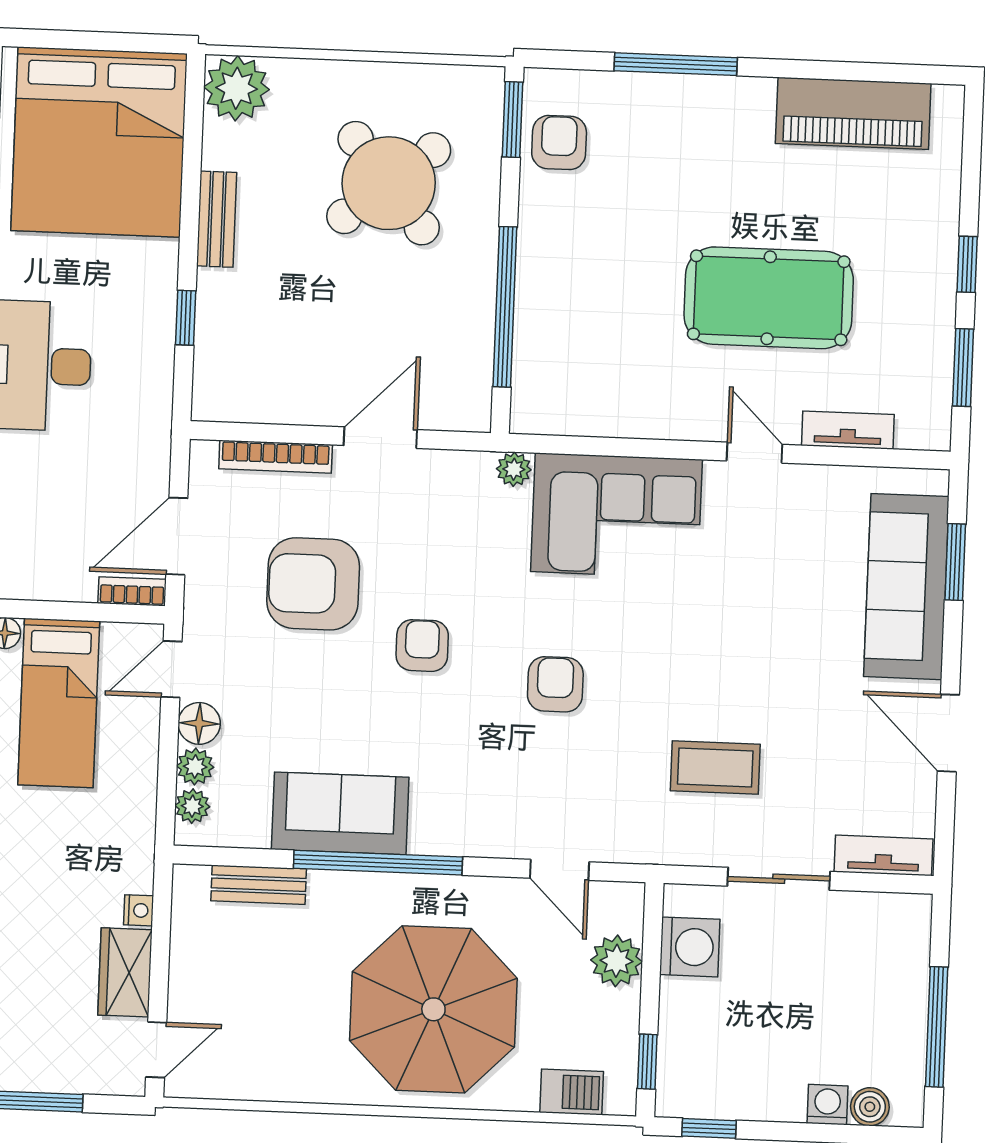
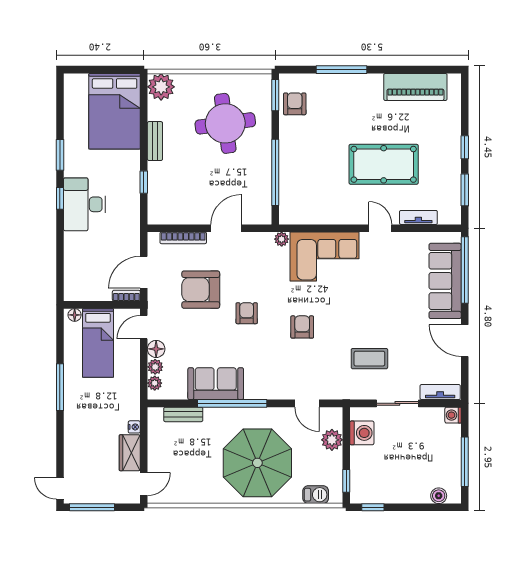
bed: (99, 142) -> (115, 111), width x0.73
round table: (389, 183) -> (225, 123), turned 31
window: (955, 562) -> (465, 270), width x2.11
washing machine: (827, 1105) -> (453, 415), moved, turned -90

